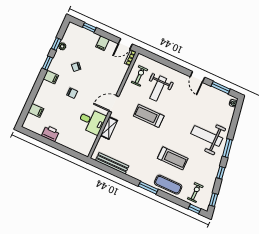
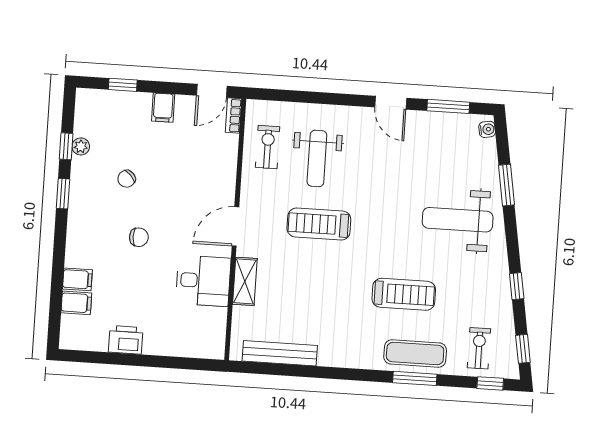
filing cabinet: (51, 77) -> (77, 279), moved
window: (227, 148) -> (507, 185), moved
window: (148, 188) -> (415, 378), moved

